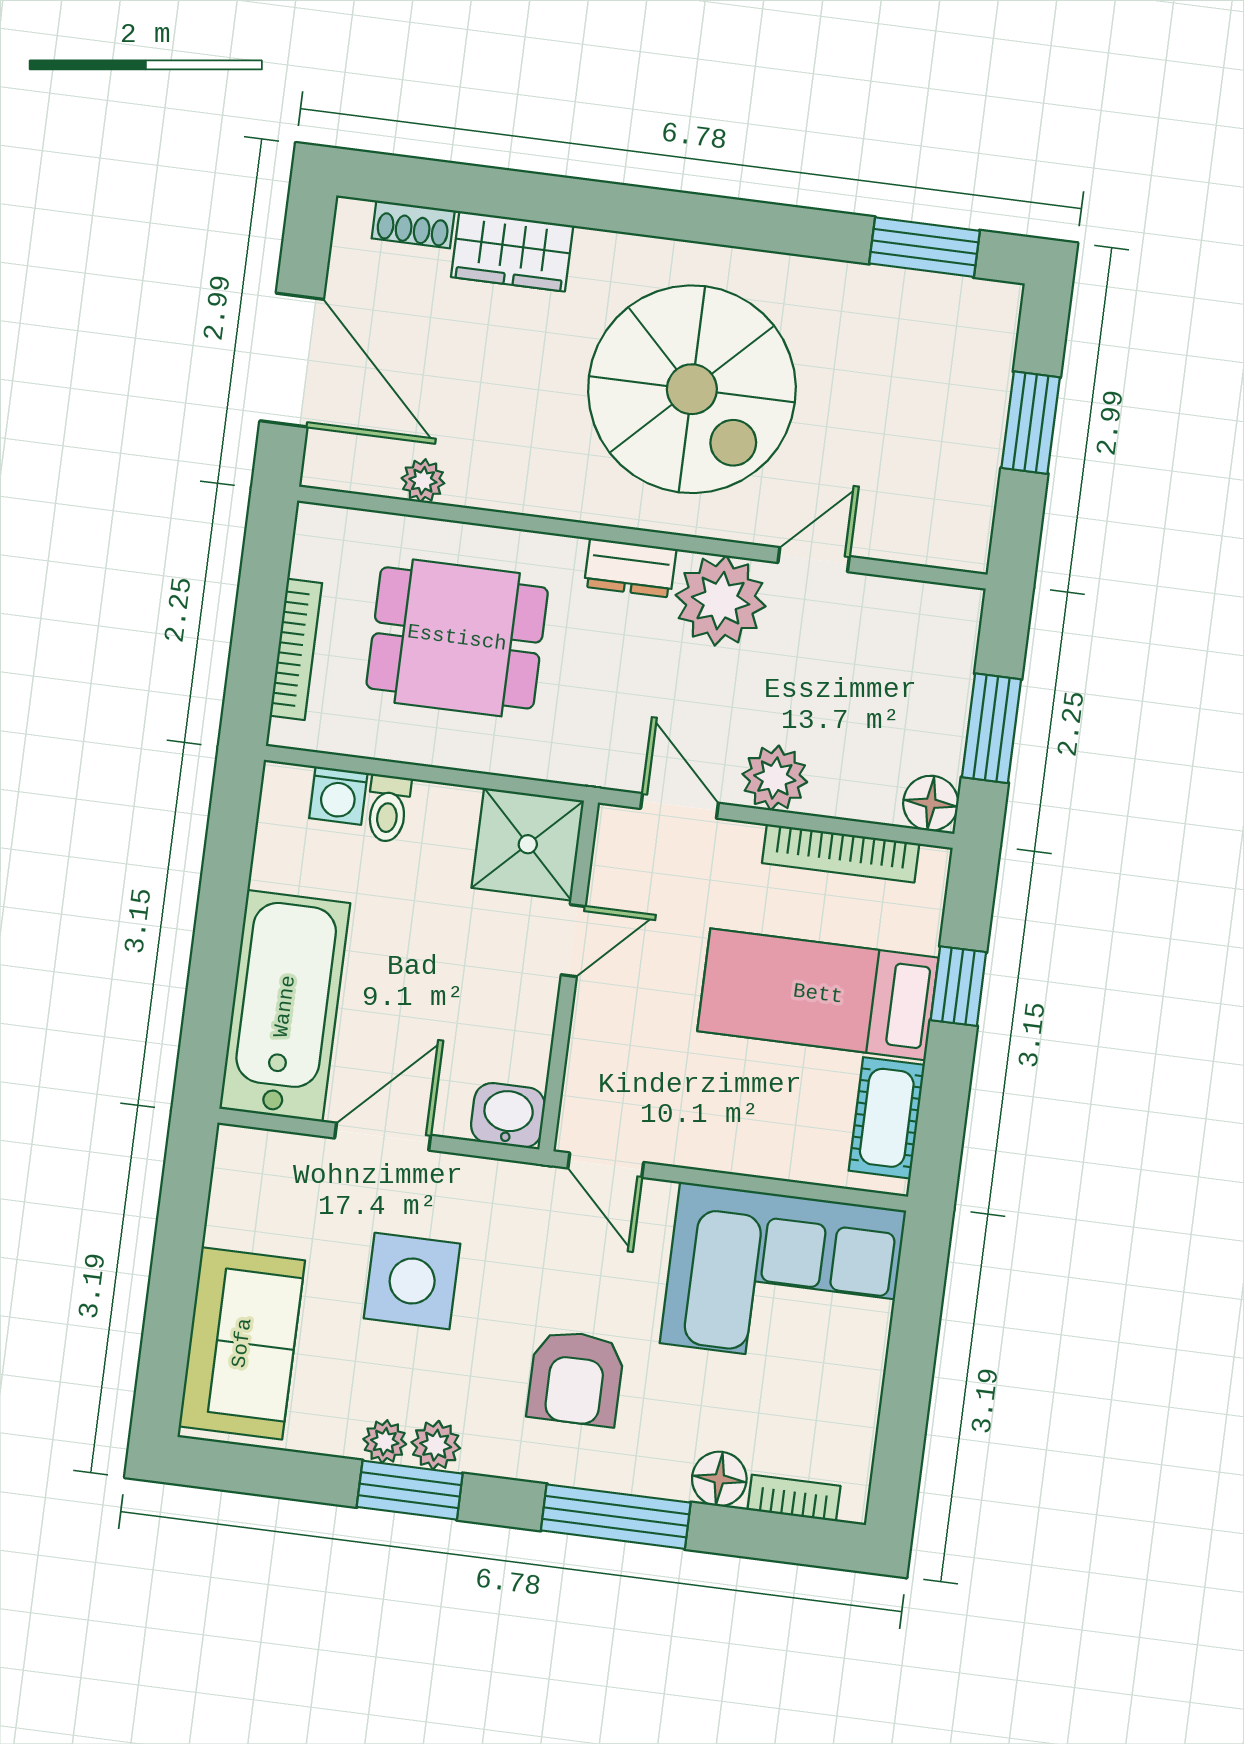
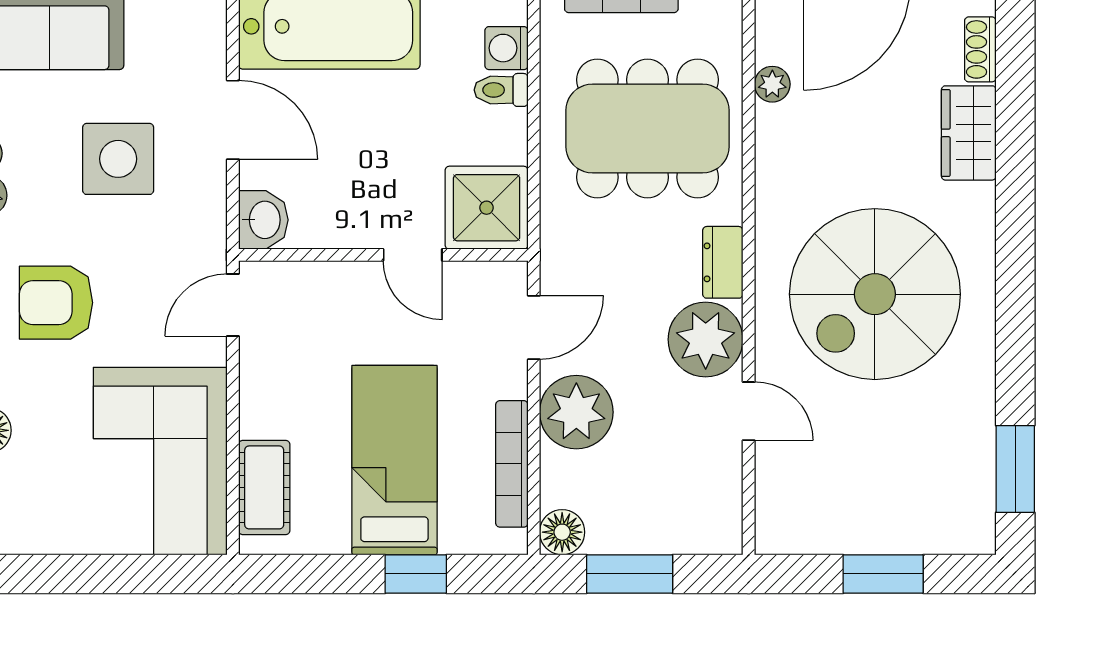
dining table: (457, 638) -> (648, 128), width x1.38
plant: (775, 778) -> (576, 412), width x1.36, depth x1.36
cot: (887, 1118) -> (264, 487), moved, turned 90

